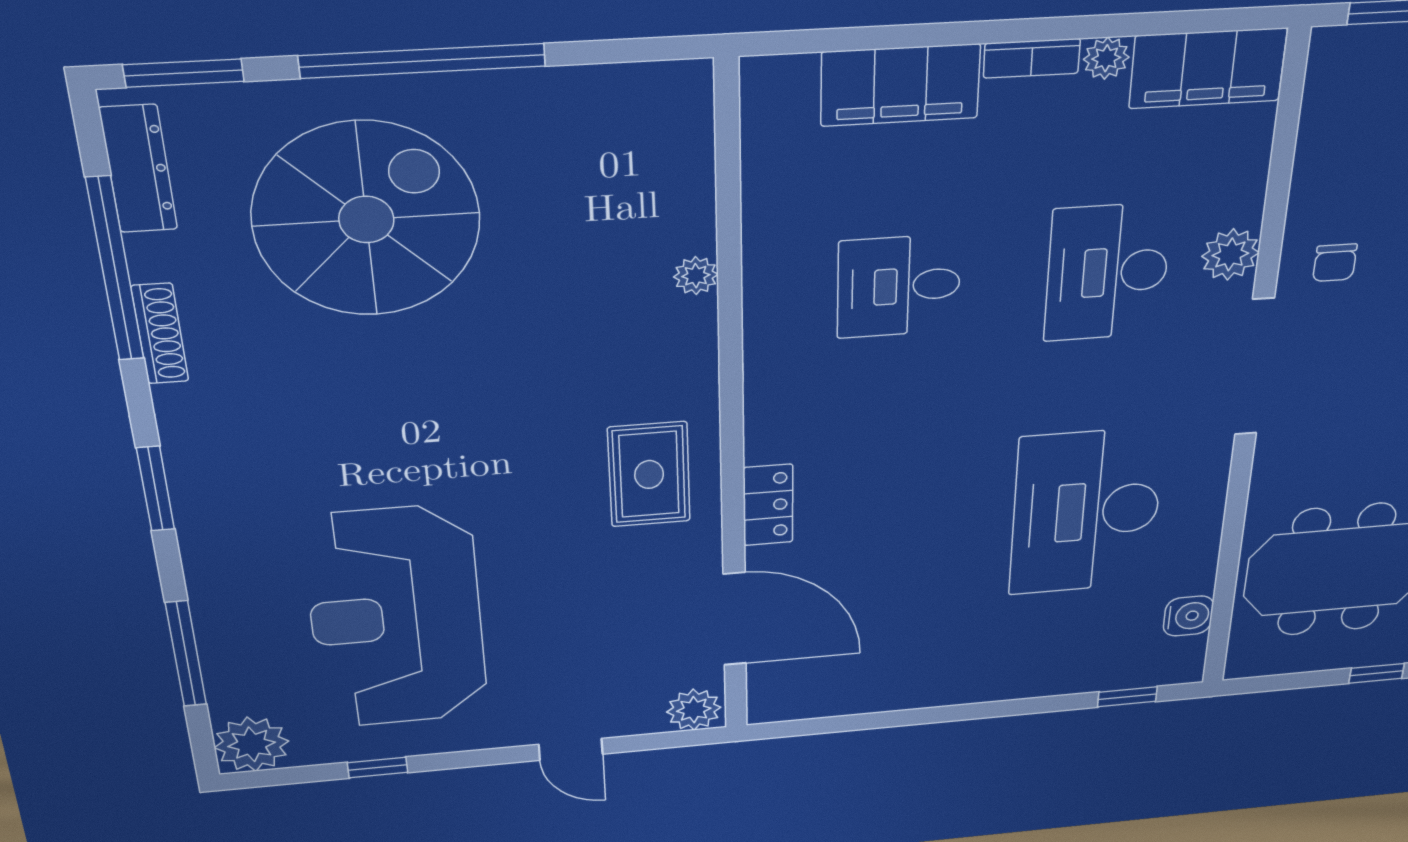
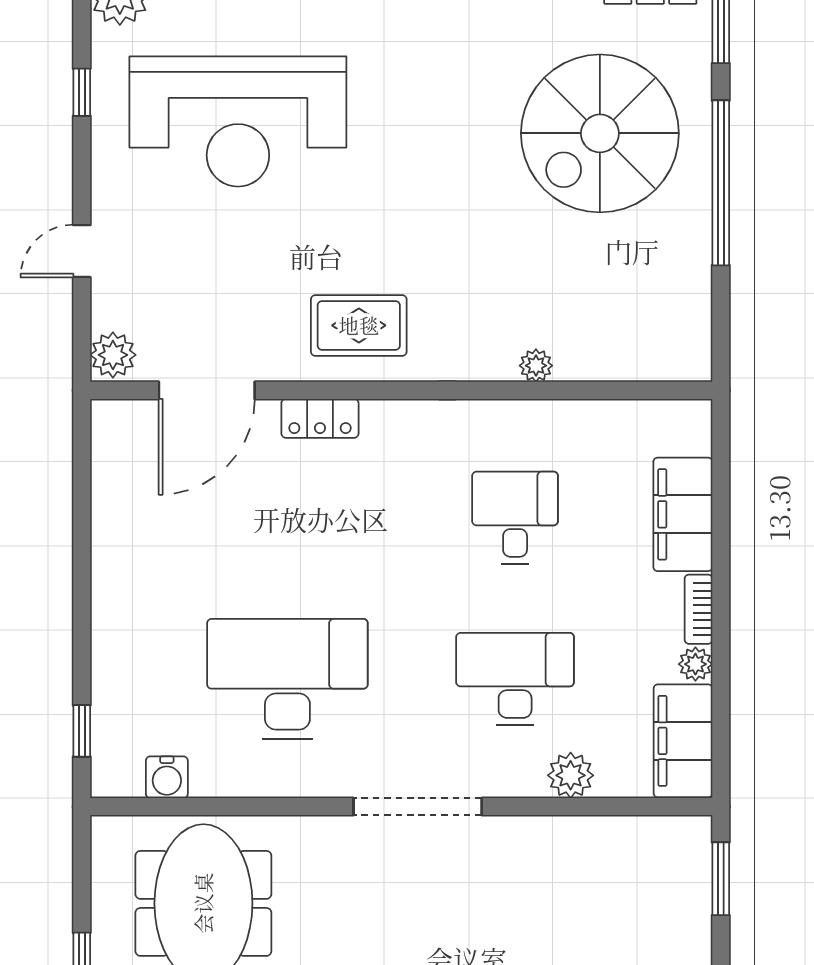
spiral stairs: (366, 220) -> (600, 133), turned 90
plant: (1230, 254) -> (571, 775), moved
chair: (1335, 263) -> (510, 861), removed
reception desk: (396, 618) -> (238, 121), turned 180

